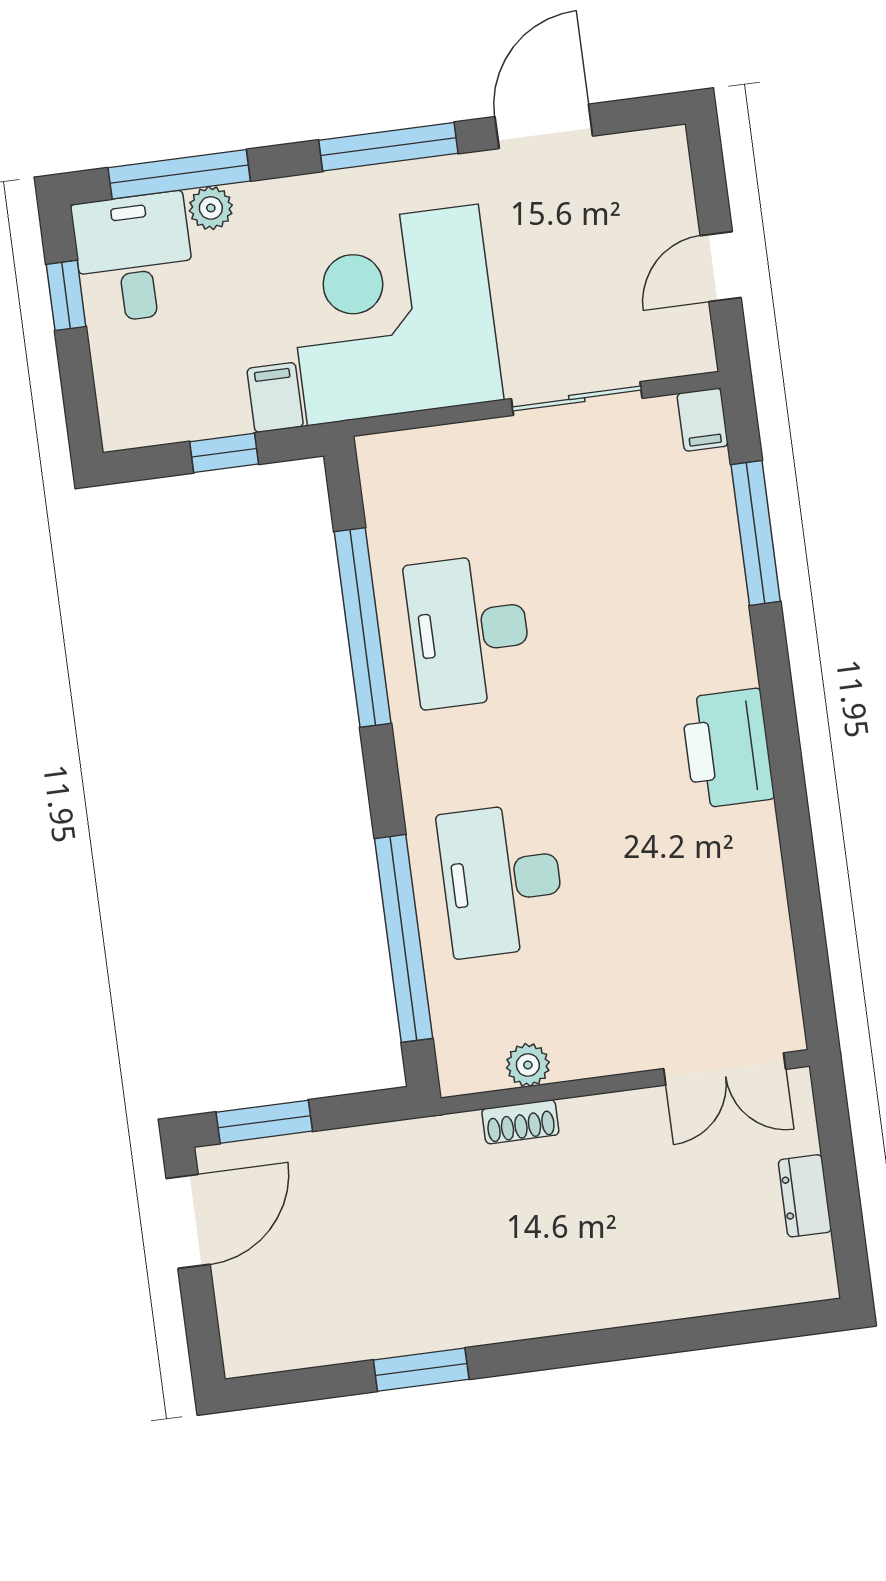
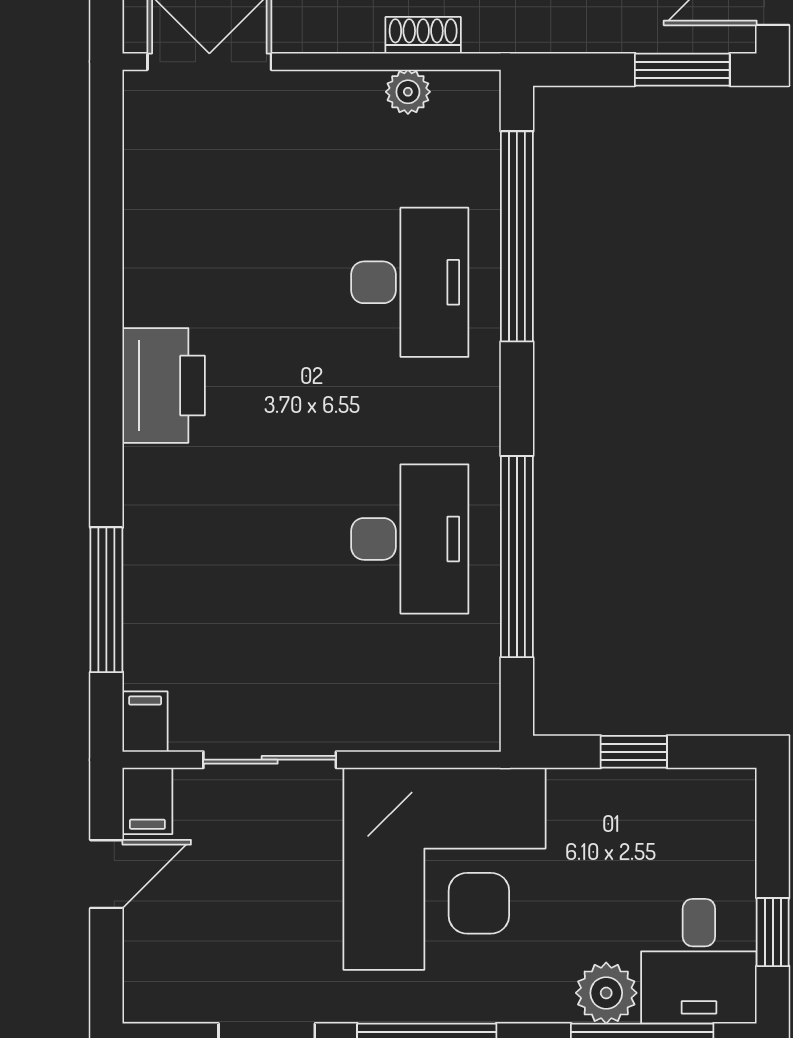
plant: (211, 208) -> (606, 993), width x1.38, depth x1.38
filing cabinet: (275, 397) -> (147, 801), moved

